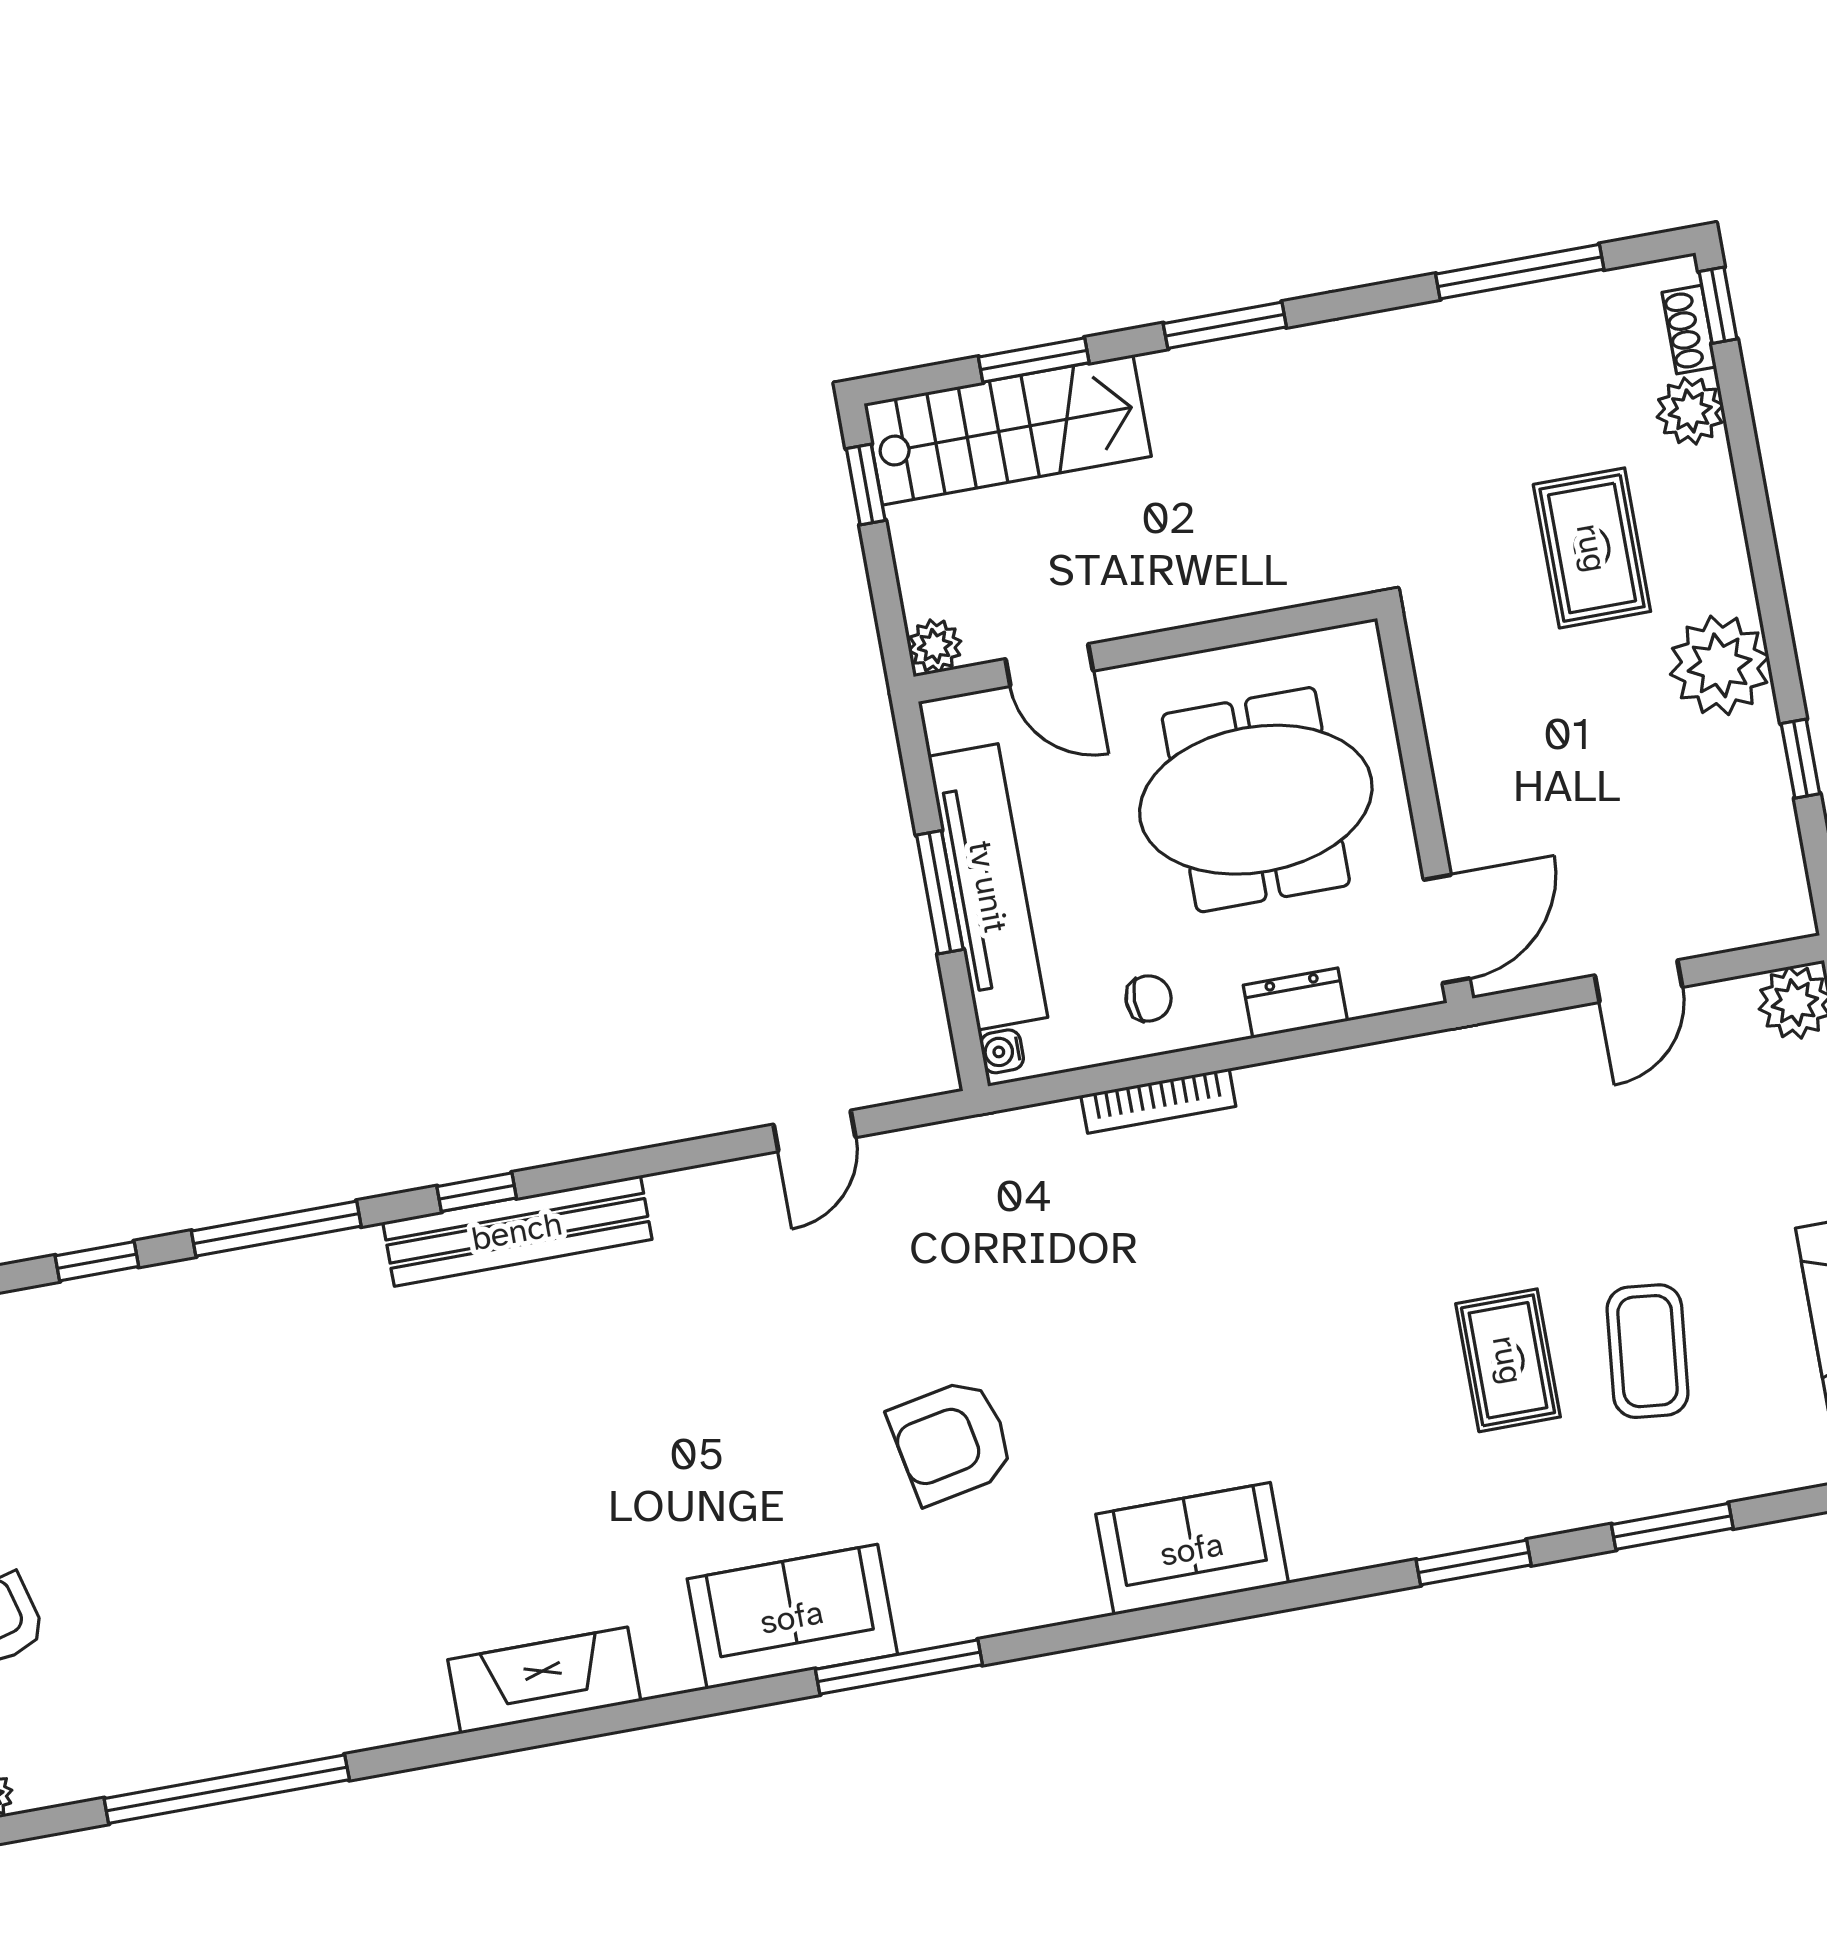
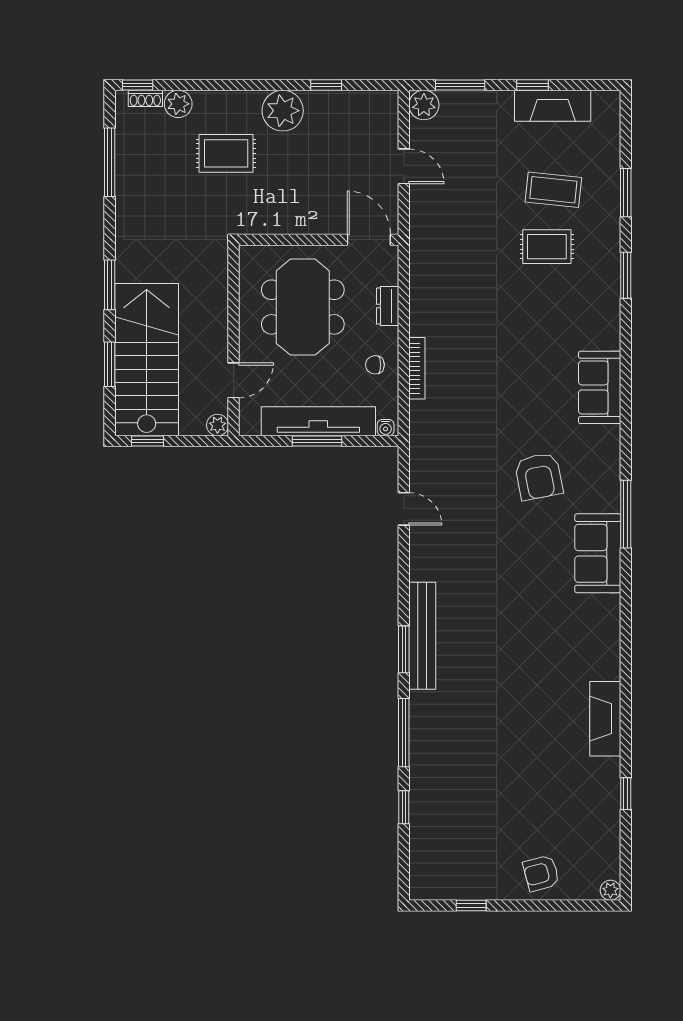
stairs: (1008, 430) -> (147, 360), width x1.36, depth x1.51
chair: (1149, 998) -> (375, 365), turned -90
window: (477, 1192) -> (404, 649), width x1.50
fireplace: (544, 1680) -> (605, 719), moved
window: (227, 1789) -> (626, 794), width x0.32

